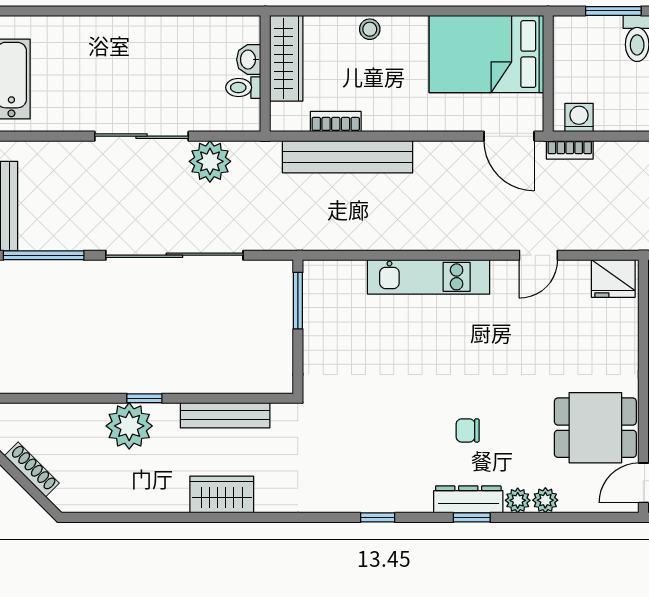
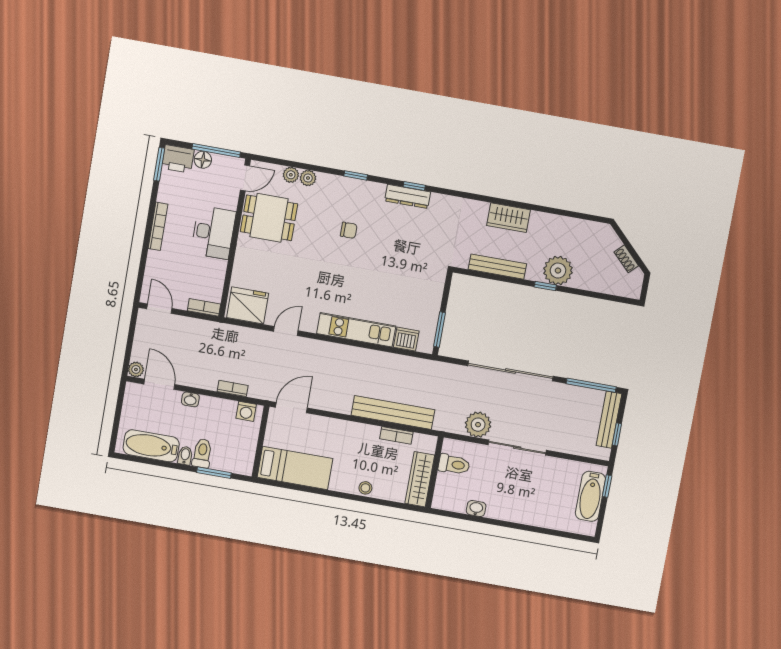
bed: (486, 54) -> (295, 468), width x0.67
washbasin: (249, 60) -> (476, 509), moved, turned -90
toilet: (243, 88) -> (454, 464), width x1.37, depth x1.39
door: (509, 136) -> (291, 408), hinge flipped
bookcase: (570, 150) -> (233, 388), moved
dishwasher: (347, 276) -> (406, 339), added
fridge: (613, 278) -> (248, 305), width x1.36, depth x1.34
shoe rack: (32, 469) -> (626, 259), width x0.70
dresser: (468, 499) -> (408, 196), moved
plant: (518, 500) -> (291, 175), moved

